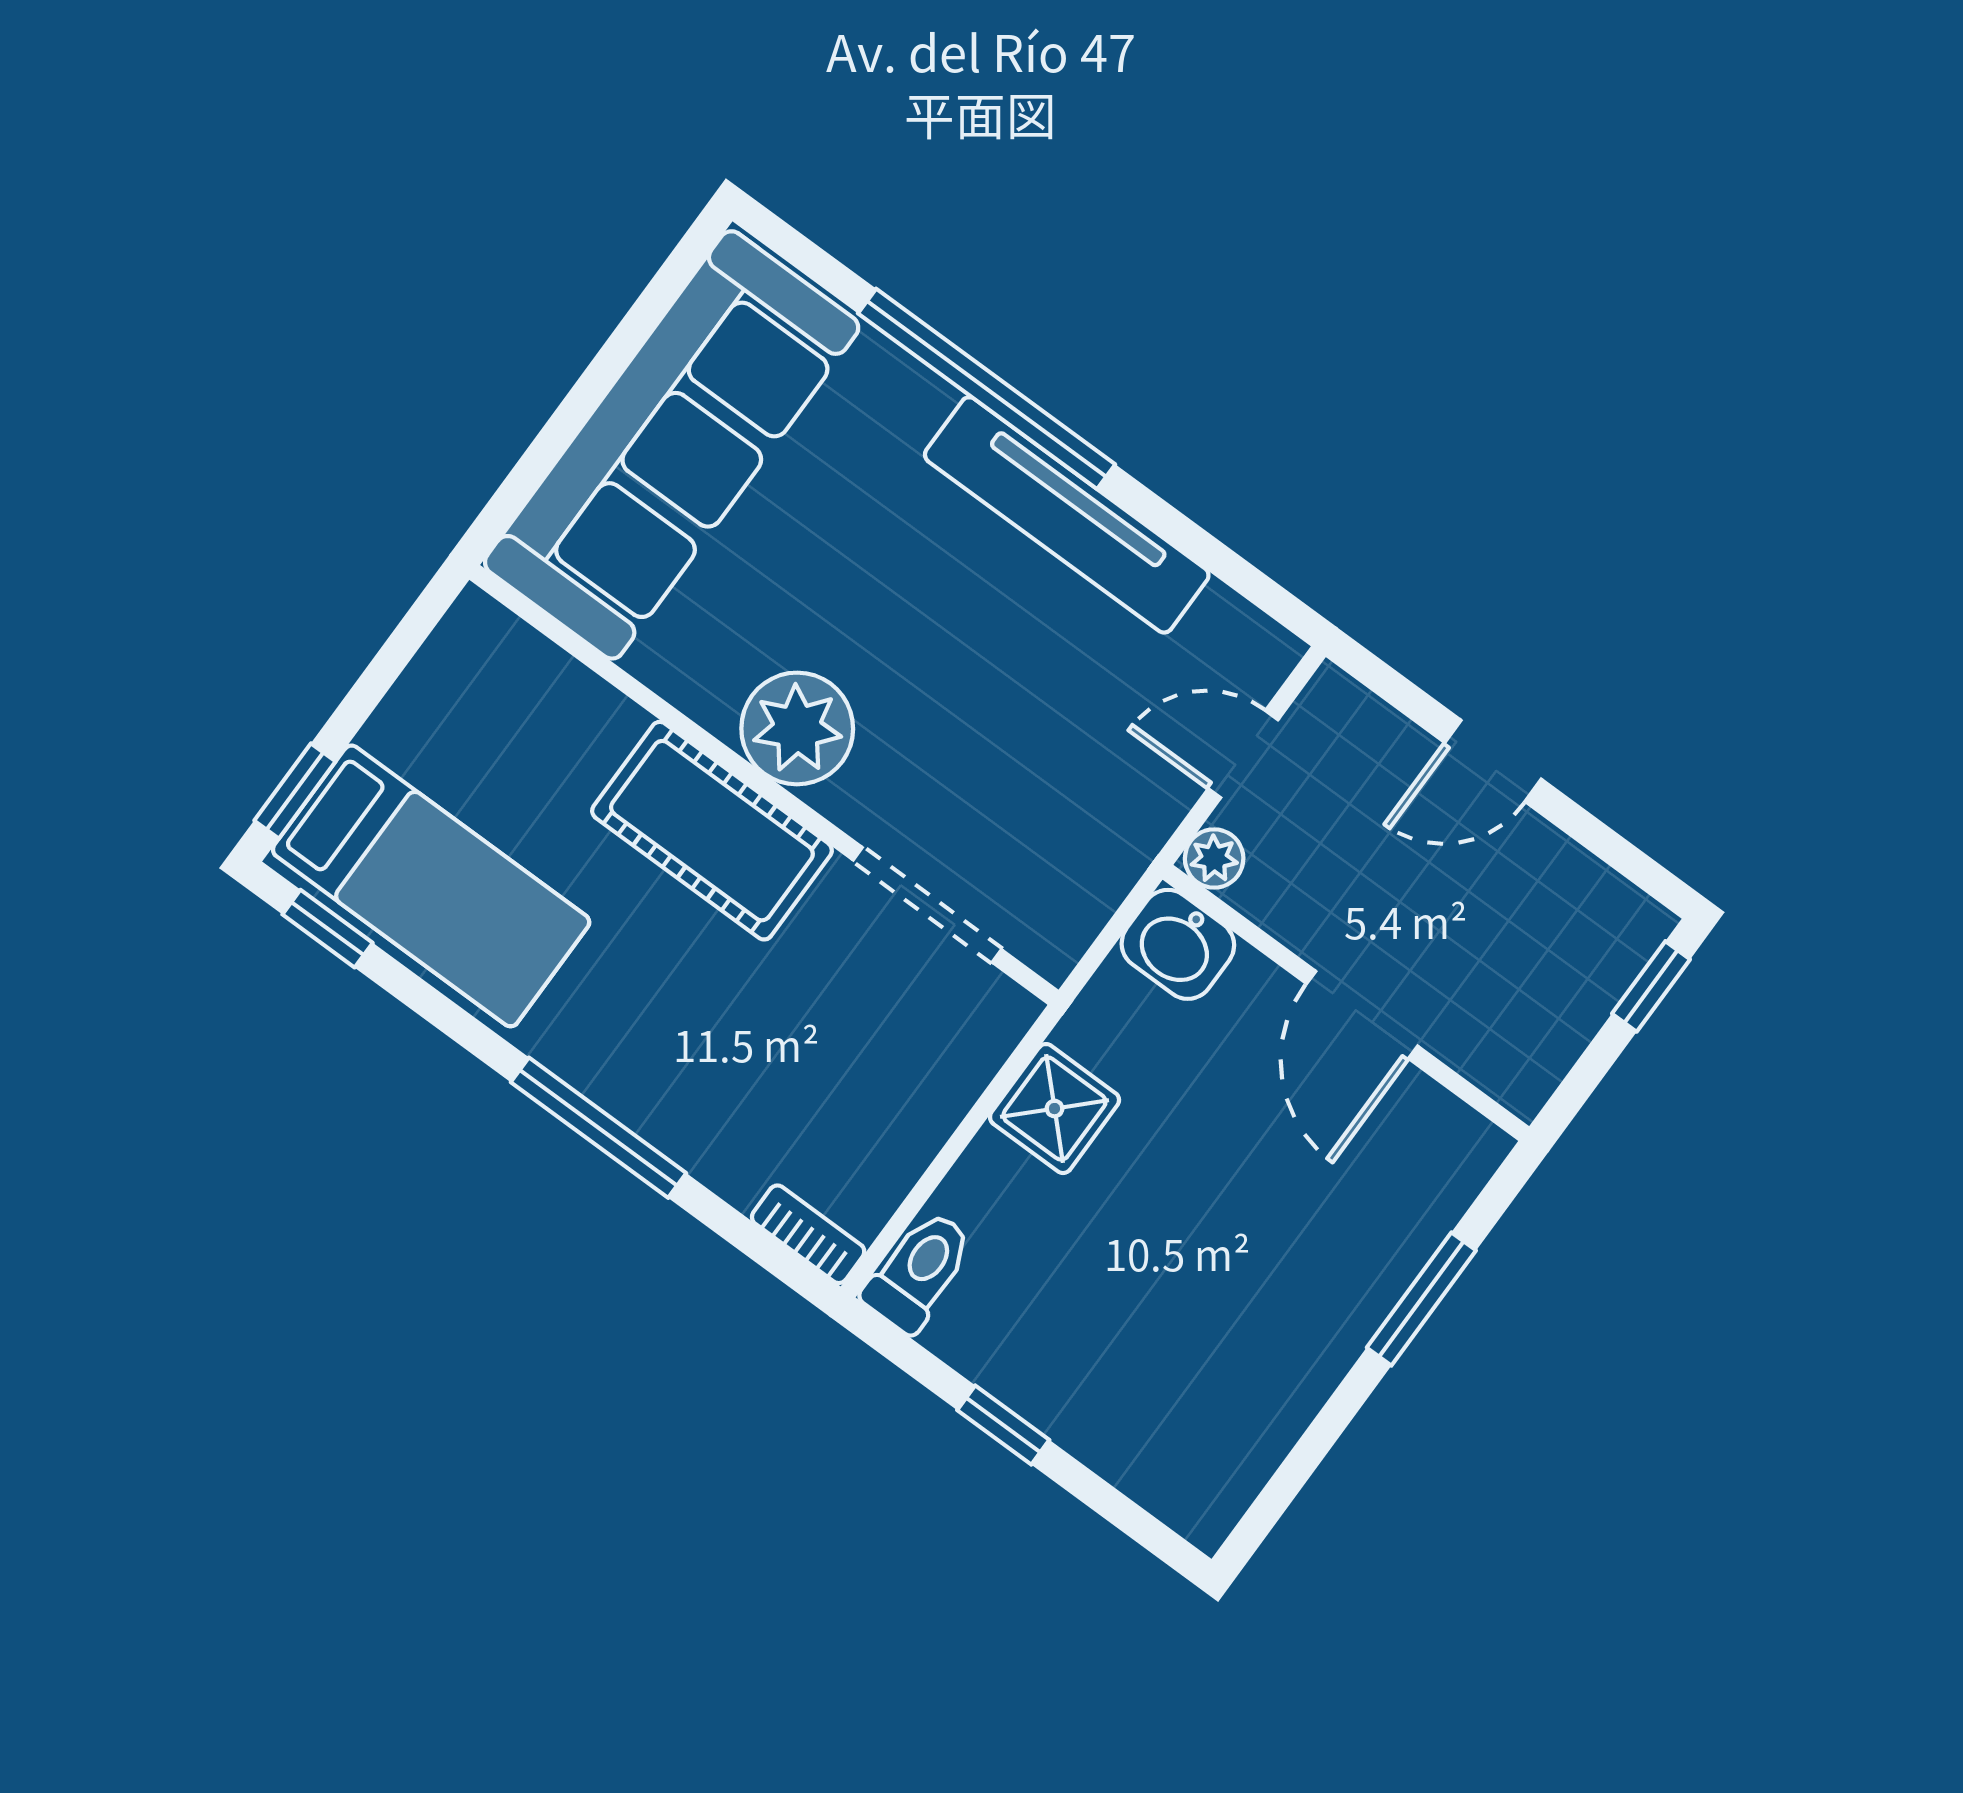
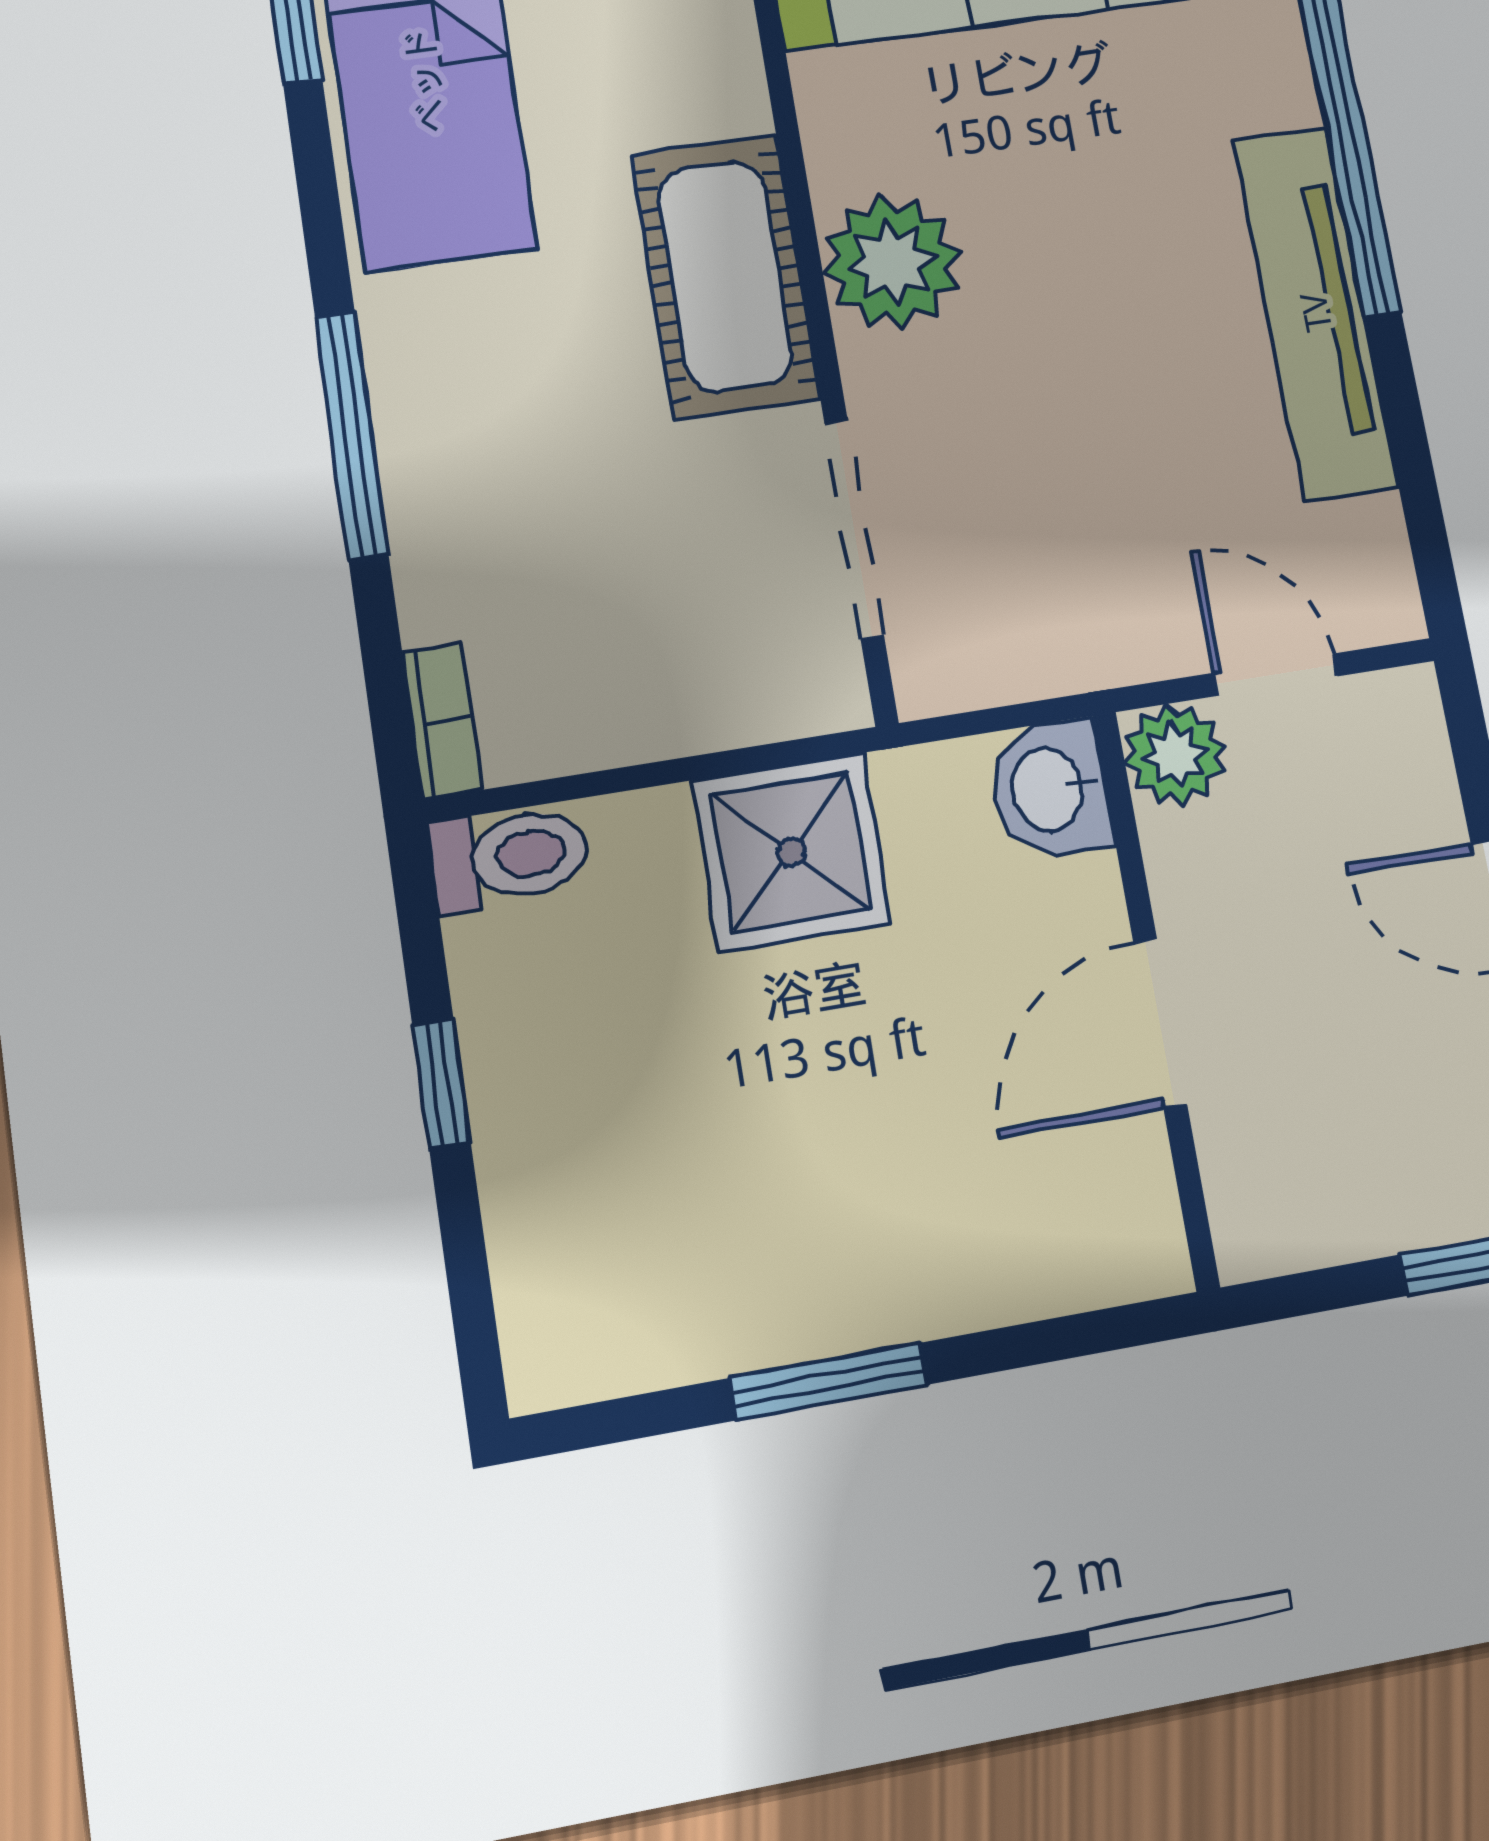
plant: (1214, 859) -> (1175, 755), width x1.38, depth x1.38
shower: (1055, 1109) -> (791, 852), width x1.36, depth x1.36
window: (1421, 1299) -> (829, 1381), moved

